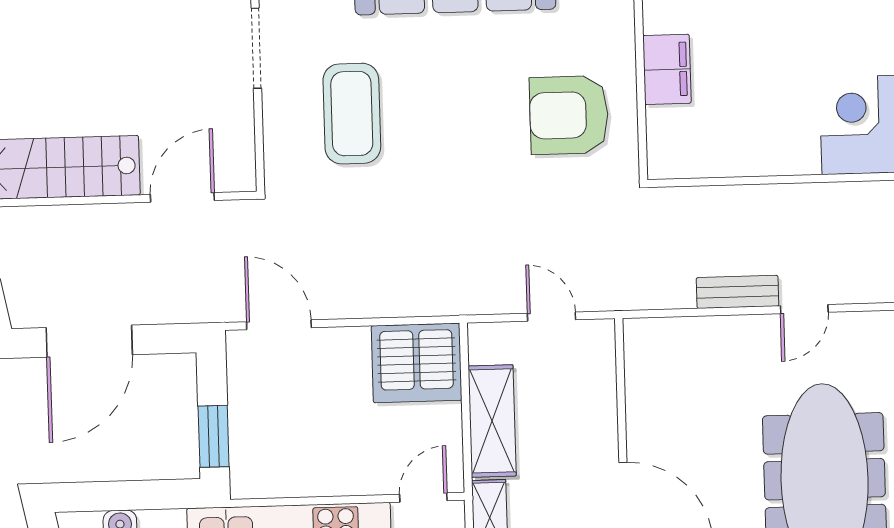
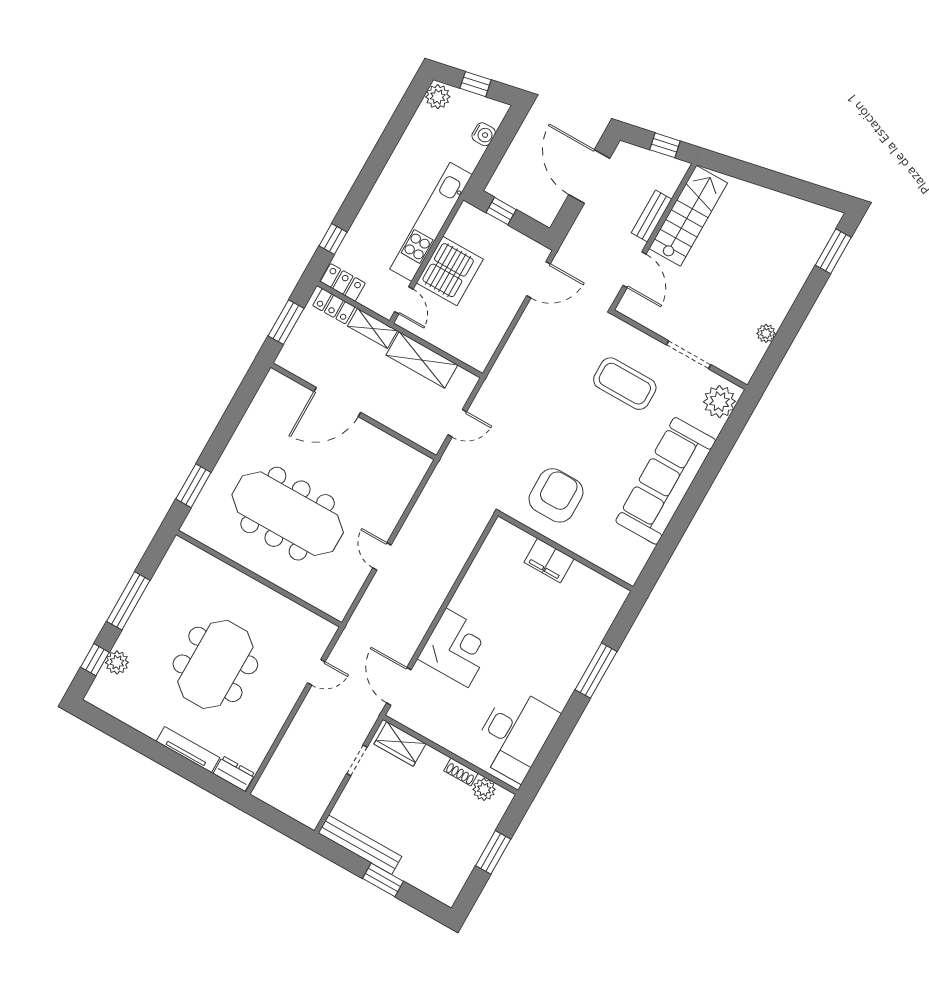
bench: (738, 292) -> (652, 216), moved
server rack: (417, 363) -> (450, 271), moved, turned 180
window: (214, 436) -> (501, 211), width x0.67

